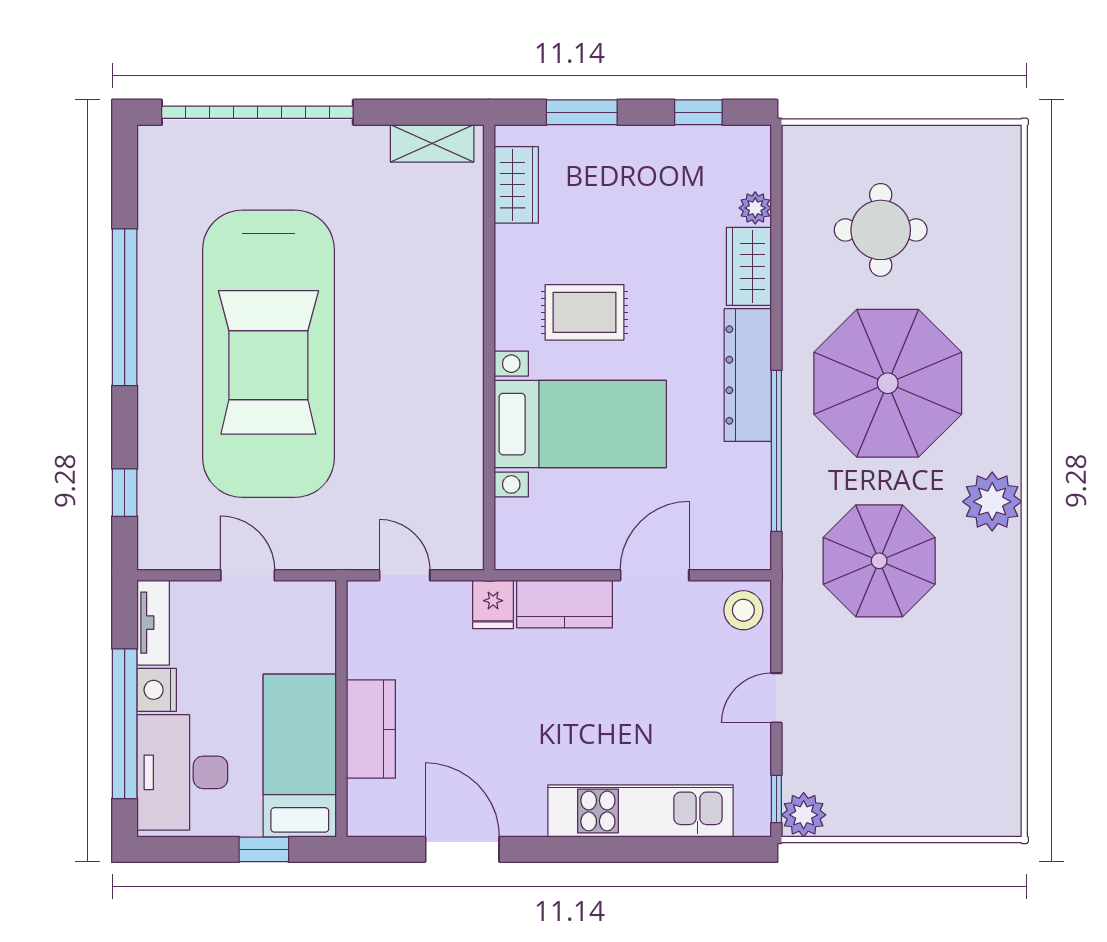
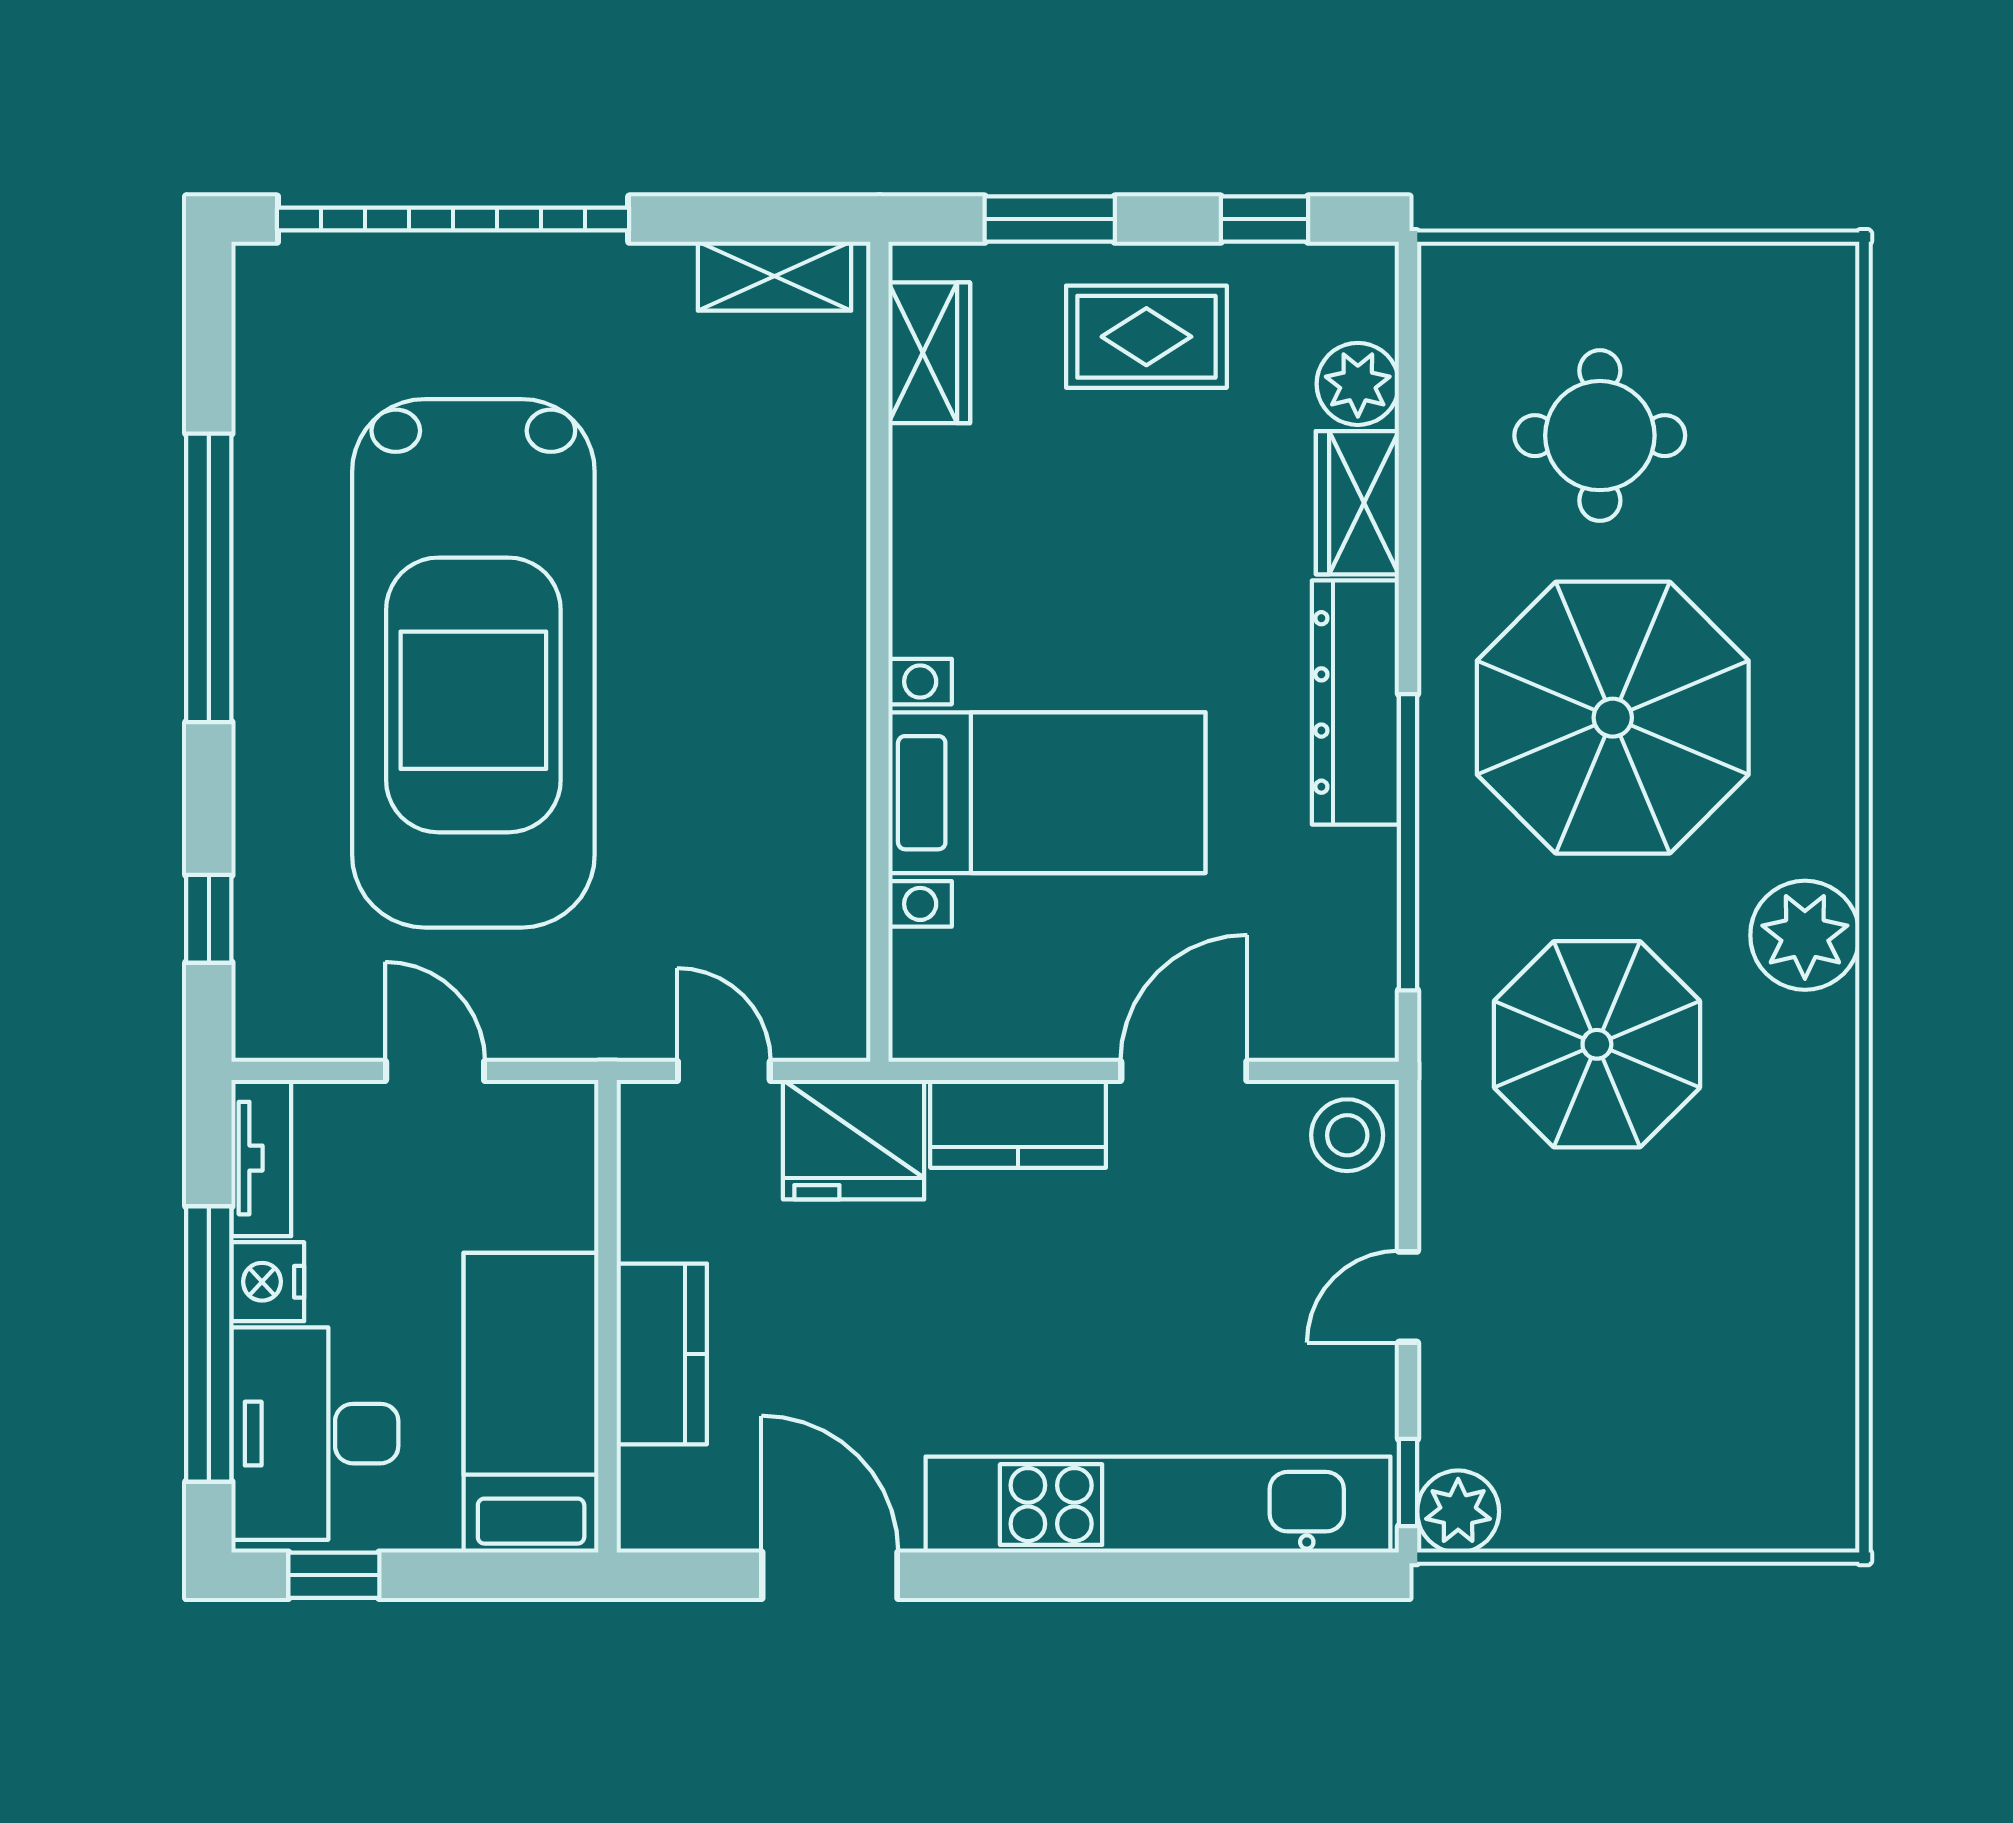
plant: (755, 208) -> (1358, 384), width x1.38, depth x1.38
rug: (585, 312) -> (1146, 337), moved
fridge: (493, 604) -> (854, 1140), width x1.88, depth x1.34
kitchen unit: (641, 811) -> (1158, 1505), width x1.36
window: (264, 849) -> (334, 1575), moved

